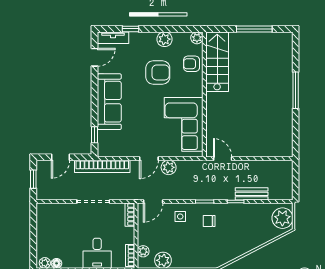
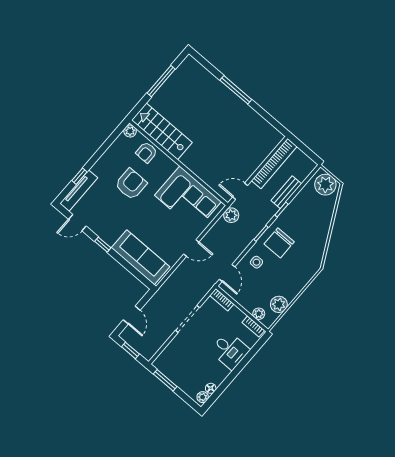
tv unit: (113, 38) -> (79, 191), width x1.41
plant: (164, 39) -> (110, 157), removed
door: (95, 57) -> (77, 223), swing flipped
sofa: (109, 102) -> (141, 257), moved
window: (95, 135) -> (103, 245), moved
door: (149, 159) -> (191, 248), hinge flipped
bookcase: (102, 166) -> (274, 164), moved
plant: (169, 167) -> (231, 215), moved
chair: (209, 221) -> (279, 243), width x1.87, depth x1.87
window: (33, 224) -> (165, 380), added

